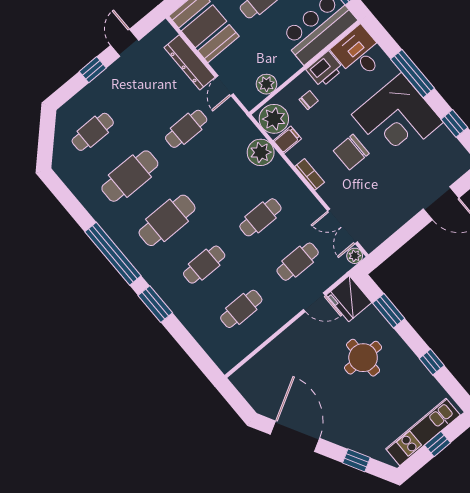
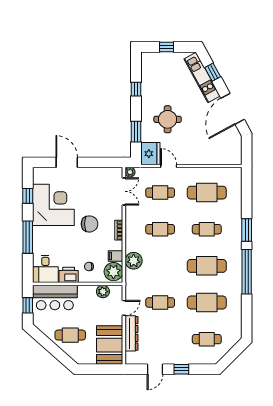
corner desk: (397, 118) -> (53, 205), moved
cafe table: (241, 309) -> (207, 193), width x1.37, depth x1.35
kitchen unit: (423, 432) -> (202, 78), moved, turned 61

